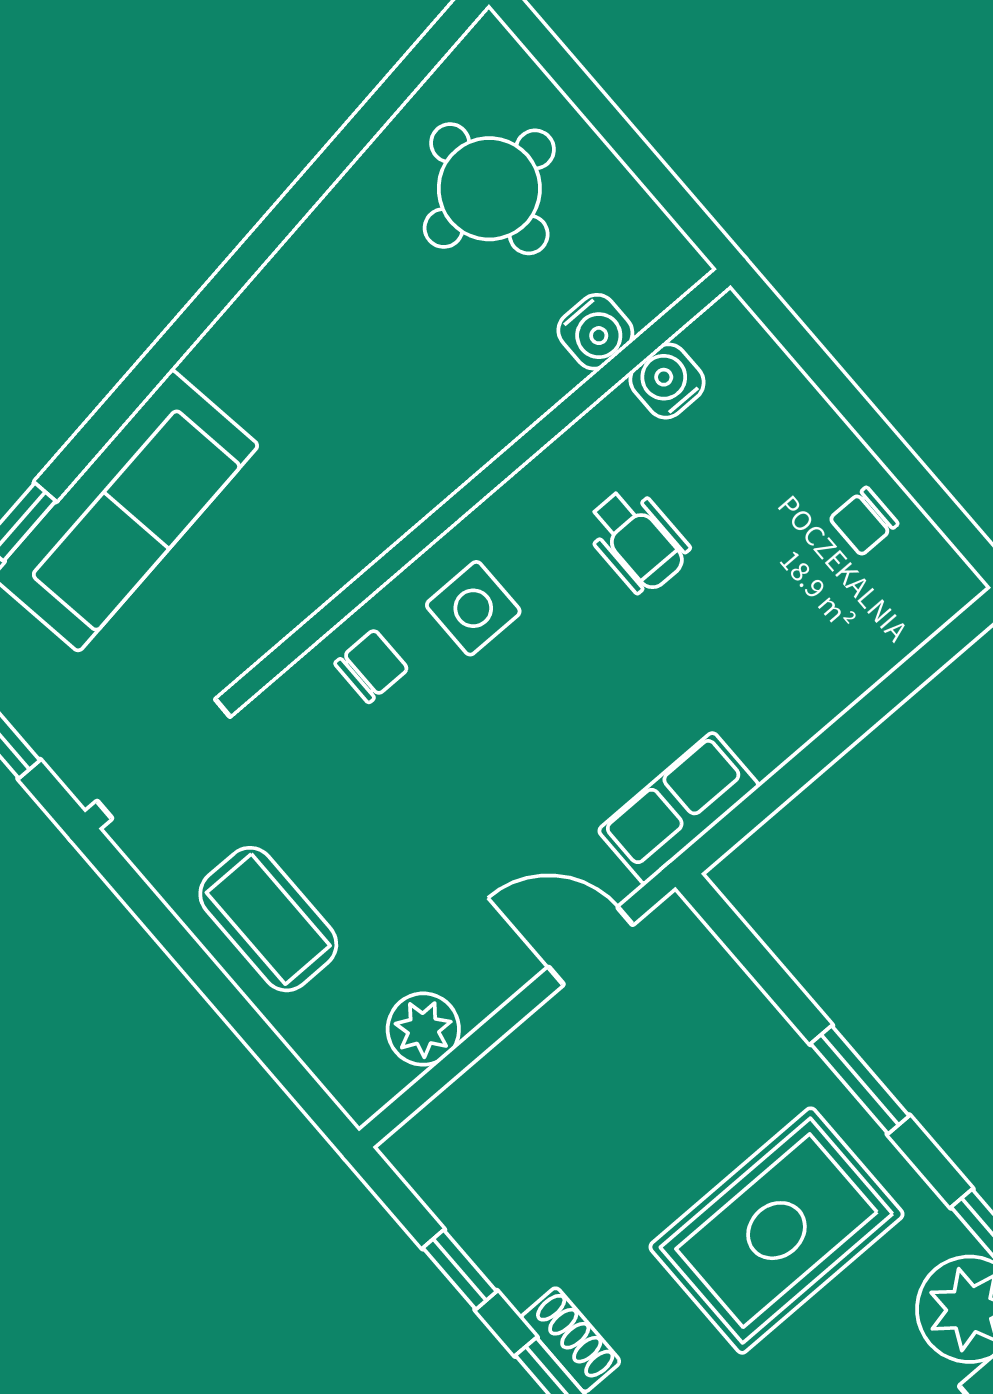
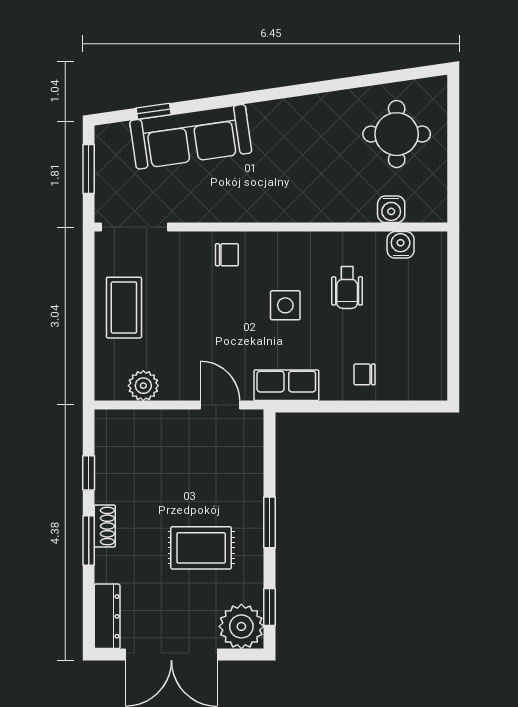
chair: (864, 521) -> (365, 374), moved
side table: (473, 608) -> (285, 305), moved
rug: (776, 1231) -> (201, 548), width x0.73, depth x0.70

